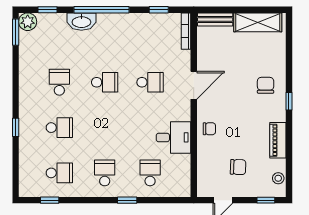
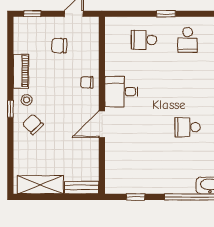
bookcase: (186, 31) -> (109, 176), removed
school desk: (150, 82) -> (144, 127), removed
chair: (266, 85) -> (33, 124), turned 136
desk: (173, 137) -> (121, 92), moved
school desk: (150, 173) -> (144, 40), turned 90
stool: (278, 178) -> (27, 100), moved

